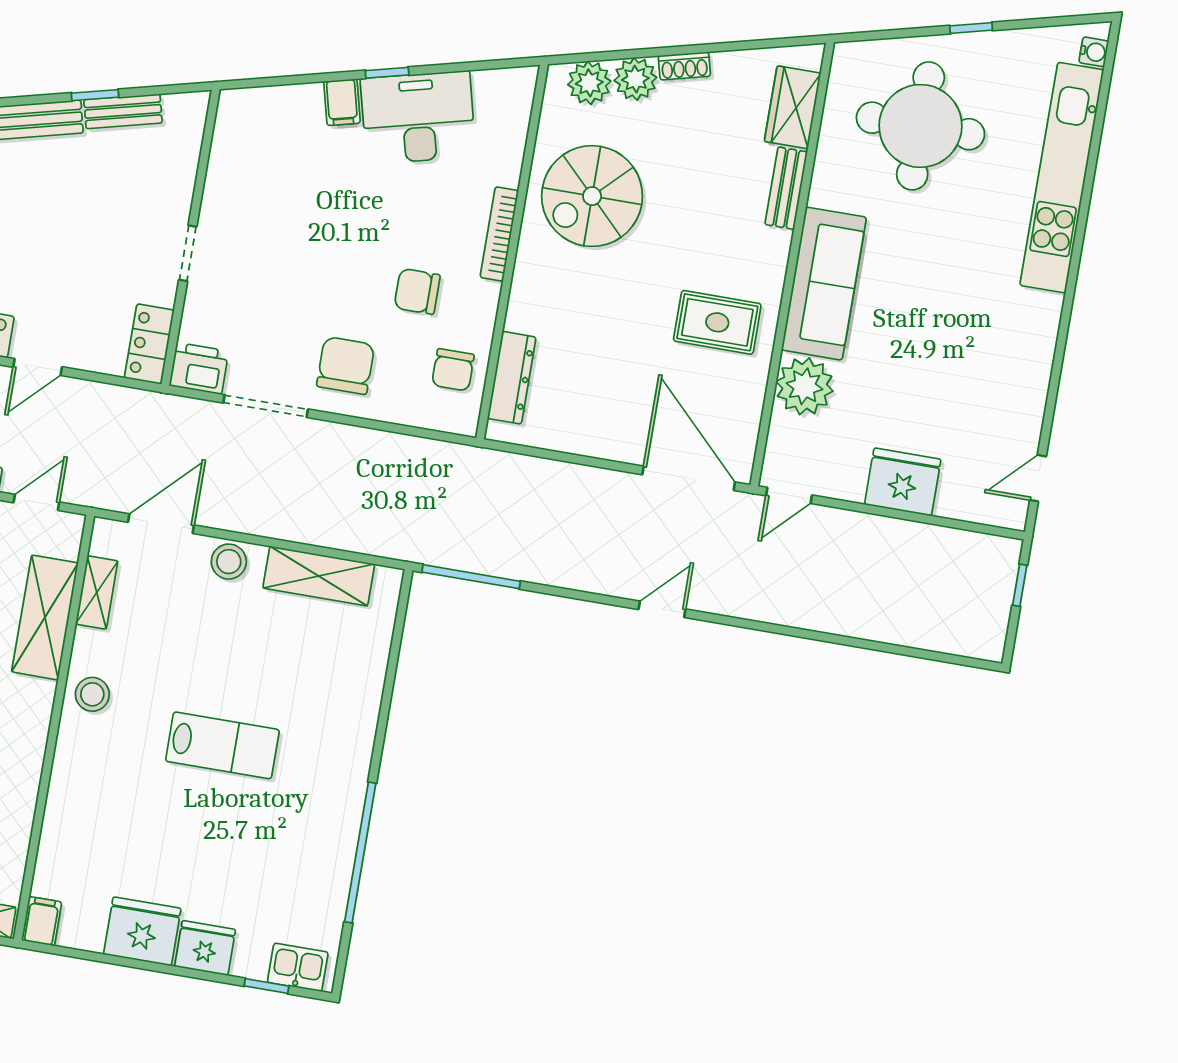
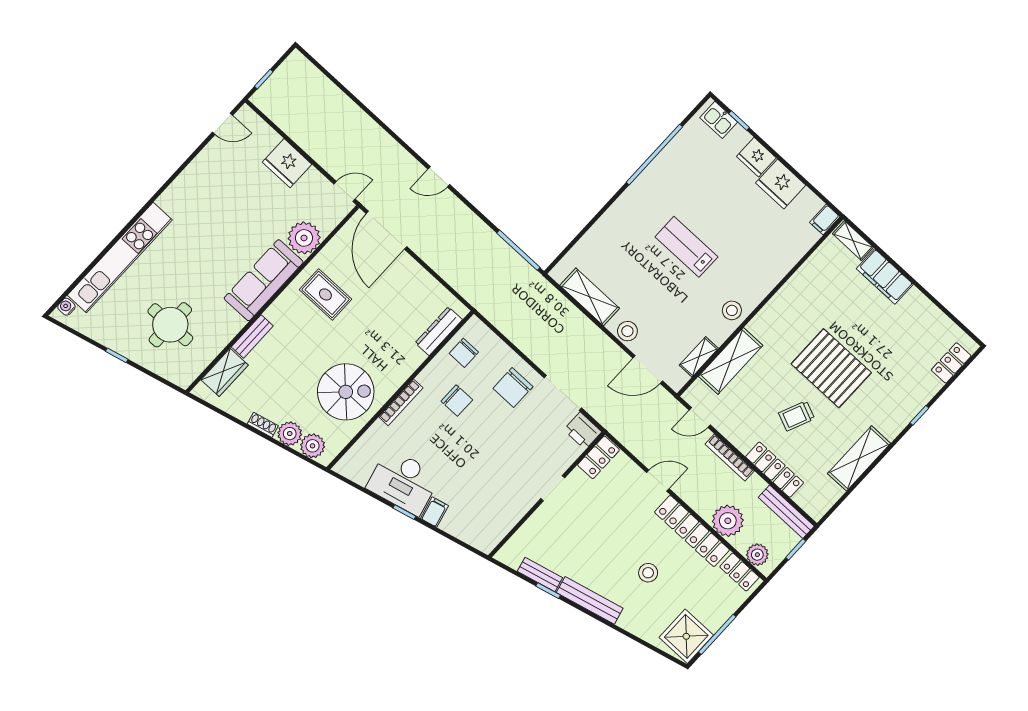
round table: (920, 126) -> (170, 325), width x0.73, depth x0.73
chair: (453, 370) -> (464, 353), turned 180

